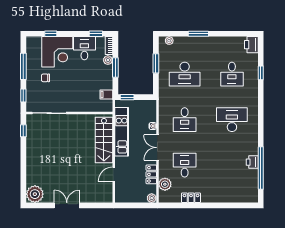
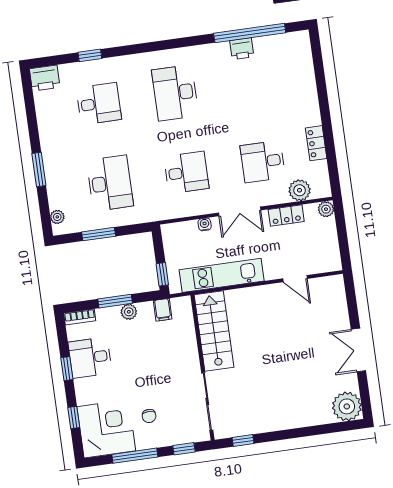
window: (96, 34) -> (67, 369), moved
corner desk: (57, 52) -> (106, 429), moved
plant: (108, 60) -> (129, 312), moved
stairs: (104, 140) -> (214, 331), moved, turned -90

